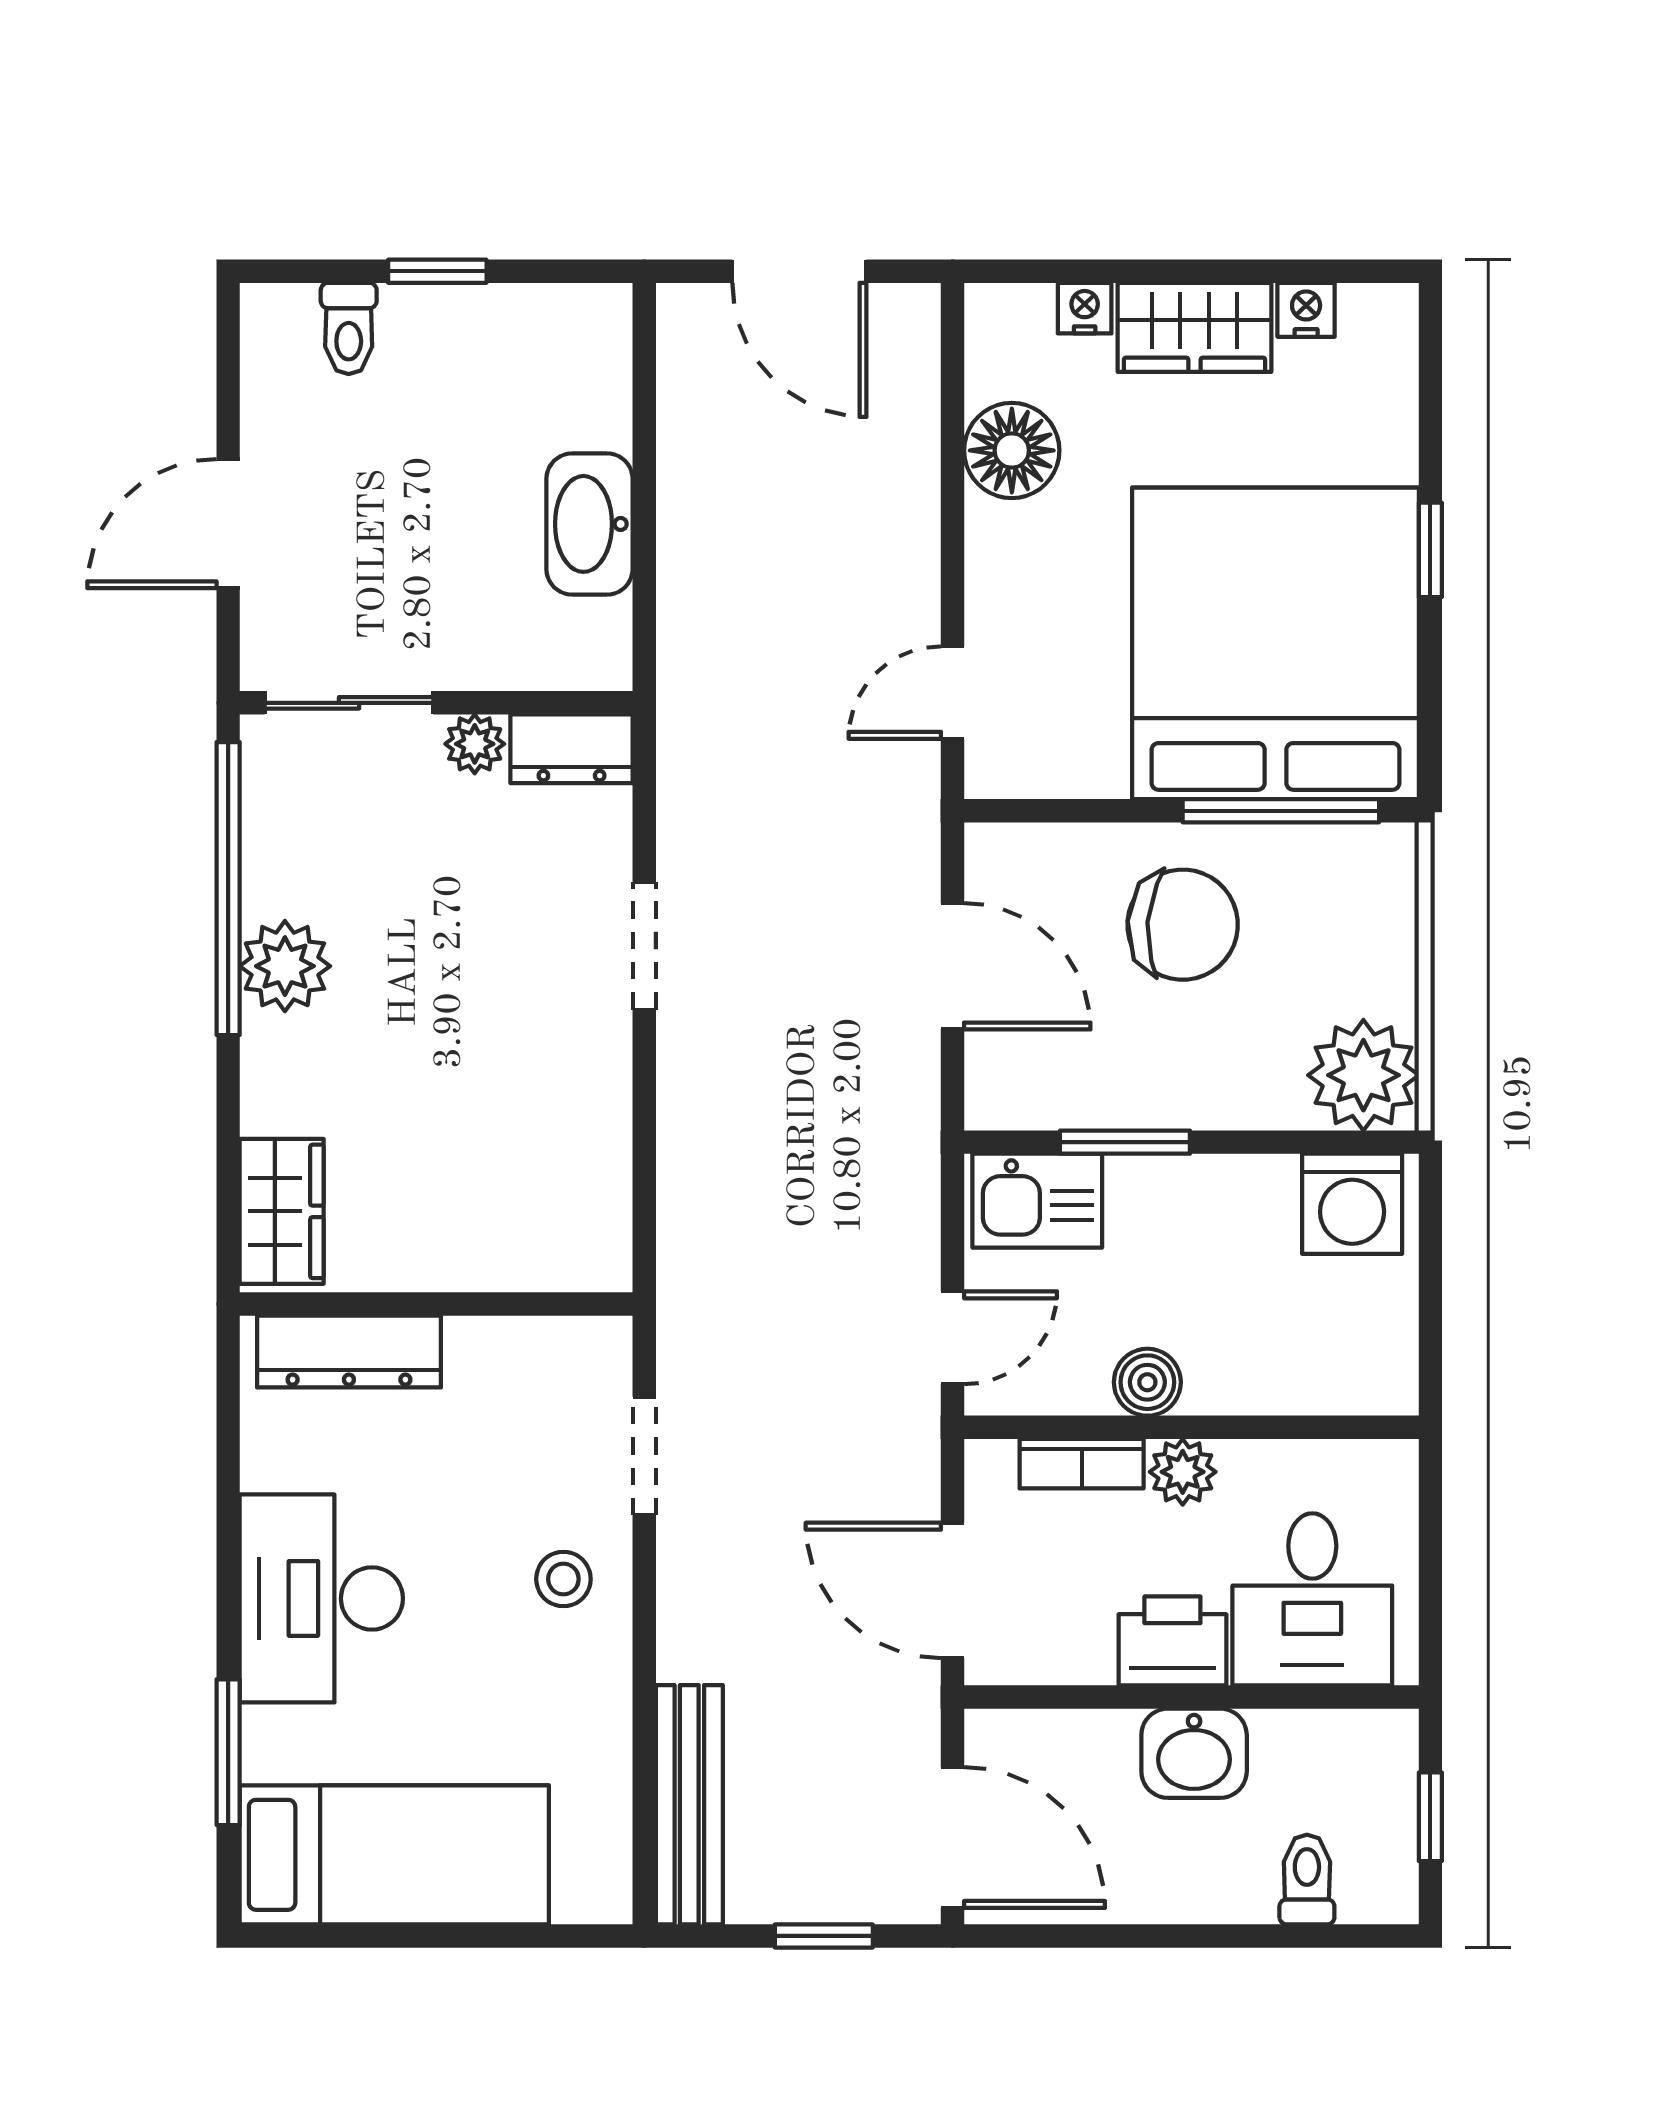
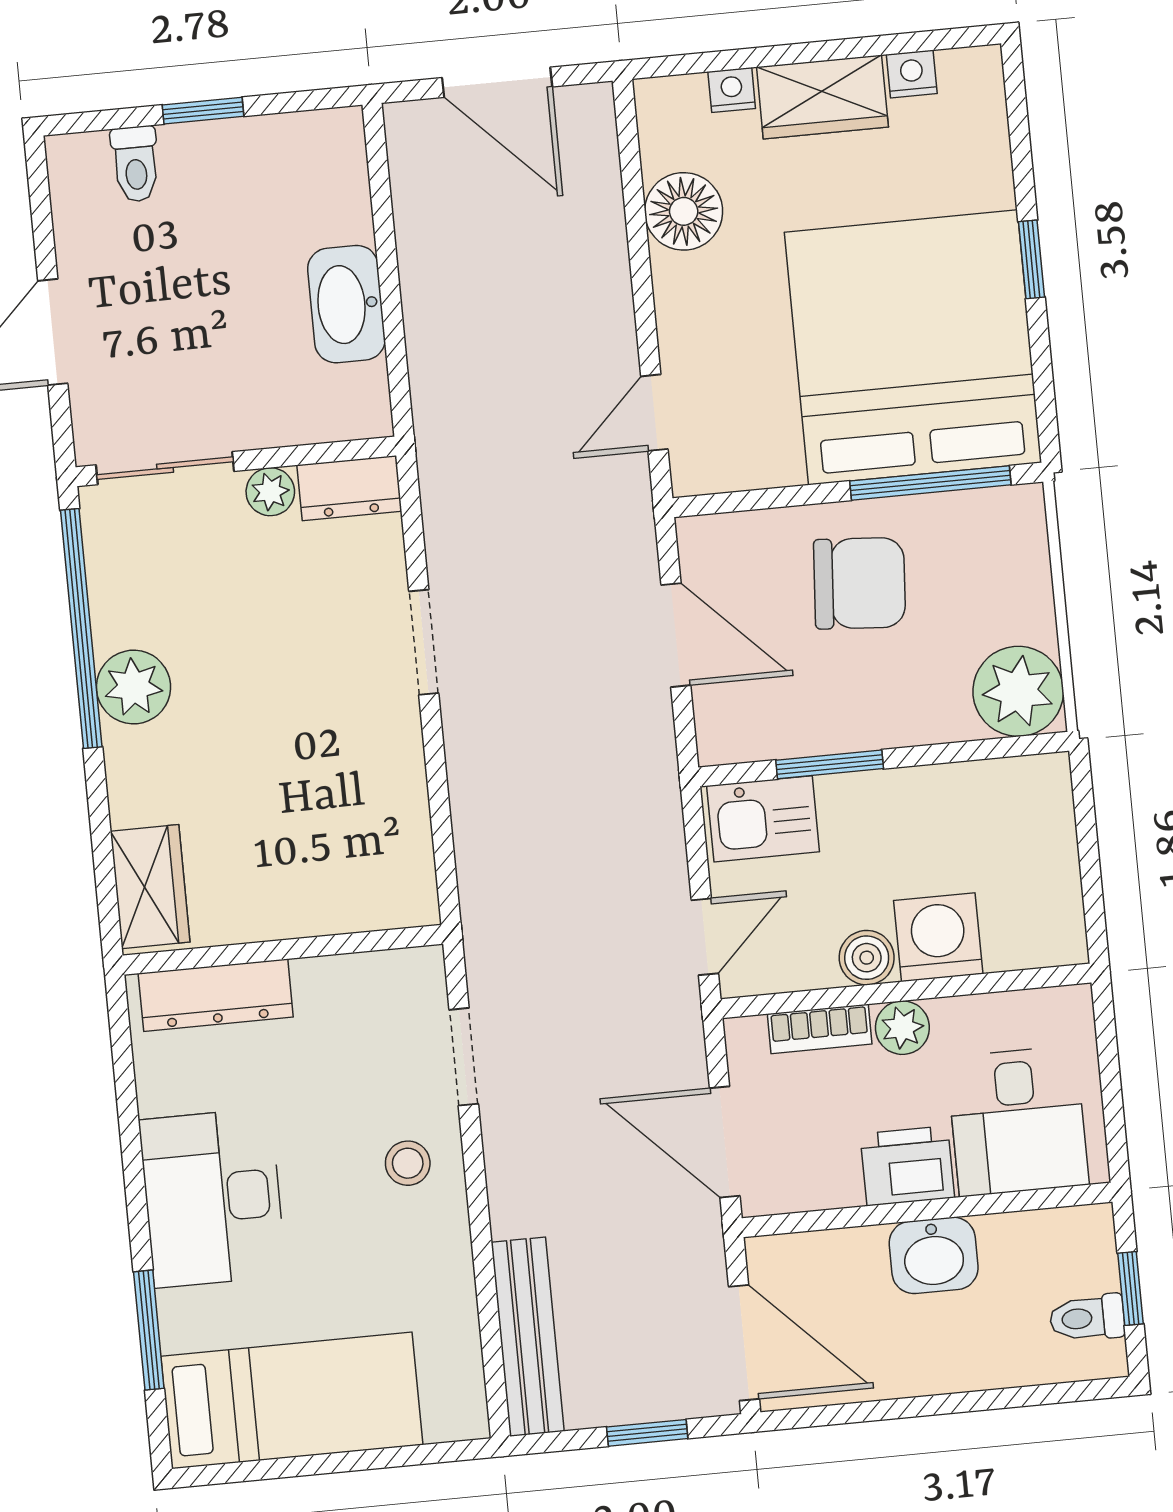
washing machine: (1352, 1204) -> (938, 937), moved, turned 180
toilet: (1307, 1880) -> (1087, 1318), moved, turned -90

